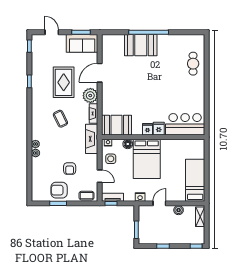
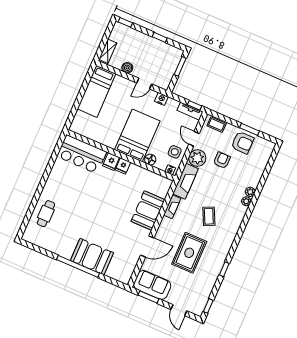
plant: (90, 96) -> (197, 158), moved
booth: (117, 125) -> (148, 211), moved, turned 90

